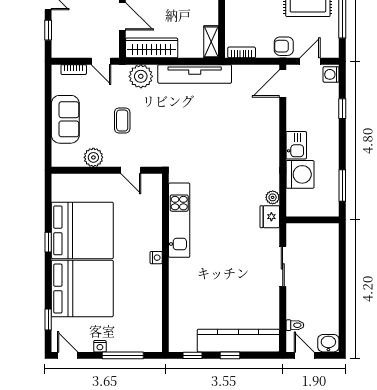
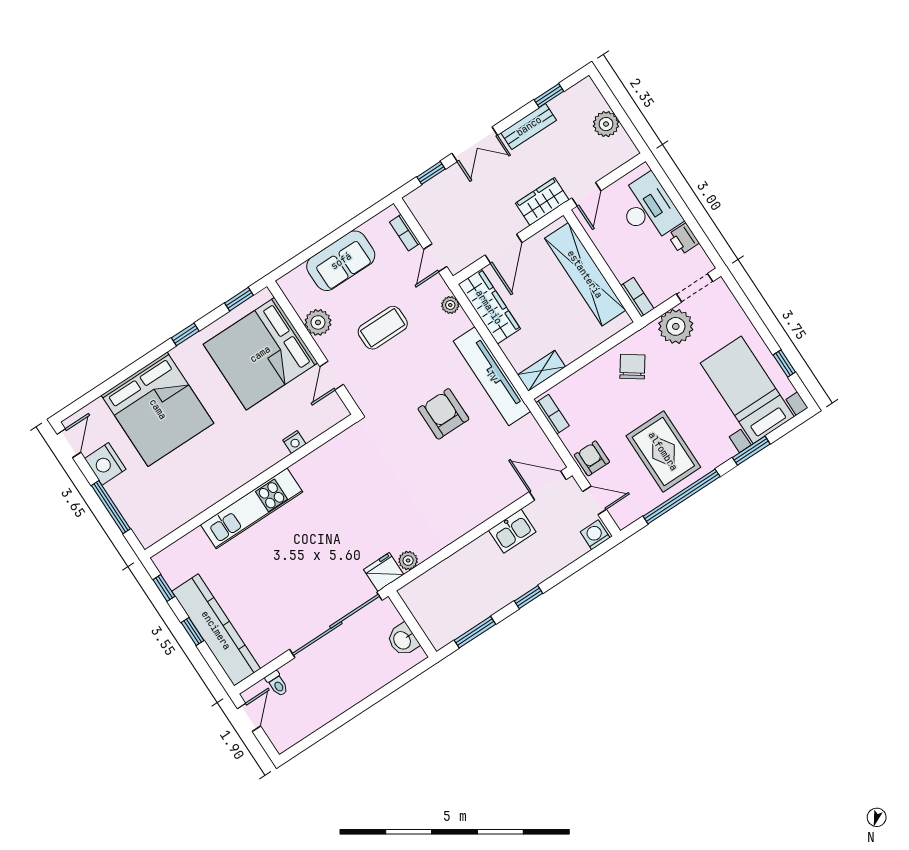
plant: (141, 76) -> (450, 305), width x0.53, depth x0.53
window: (342, 109) -> (528, 597), moved
armchair: (198, 118) -> (443, 414), added
coffee table: (122, 121) -> (383, 328), width x1.36, depth x1.30
kitchen sink: (296, 145) -> (512, 531), moved
washing machine: (300, 174) -> (456, 575), removed
kitchen unit: (179, 220) -> (252, 508), moved
bed: (82, 230) -> (260, 354), moved, turned 90
nightstand: (156, 258) -> (294, 442), moved
sliding door: (283, 266) -> (336, 625), width x1.86
window: (48, 320) -> (239, 299), moved
washbasin: (328, 343) -> (403, 640), moved, turned 180
nightstand: (100, 346) -> (105, 464), width x1.89, depth x1.79

